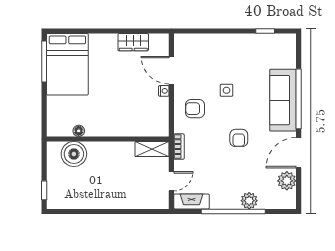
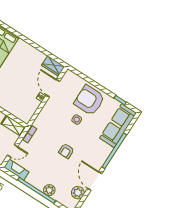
wardrobe: (133, 42) -> (53, 66), moved
sofa: (283, 100) -> (118, 126), moved
armchair: (195, 109) -> (89, 100), moved, width x1.88, depth x1.88
door: (299, 153) -> (95, 181), hinge flipped

